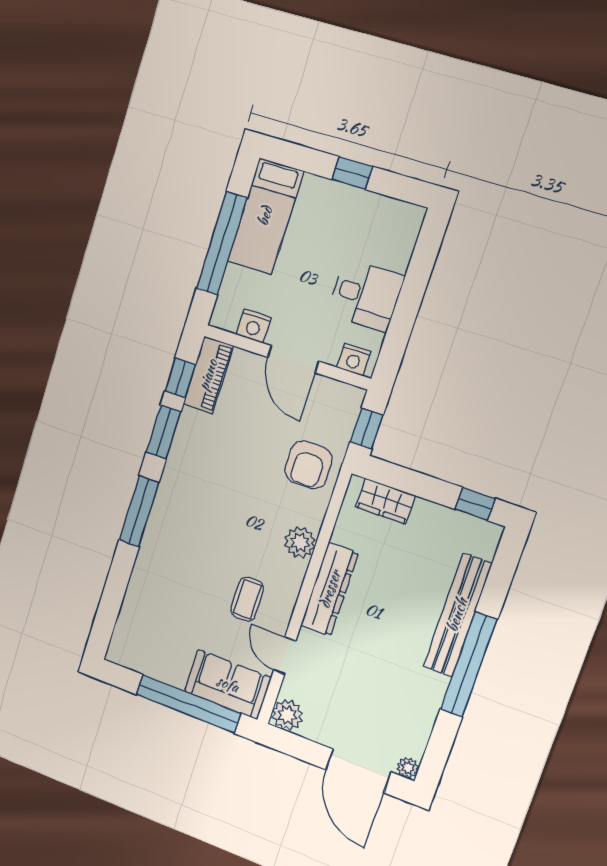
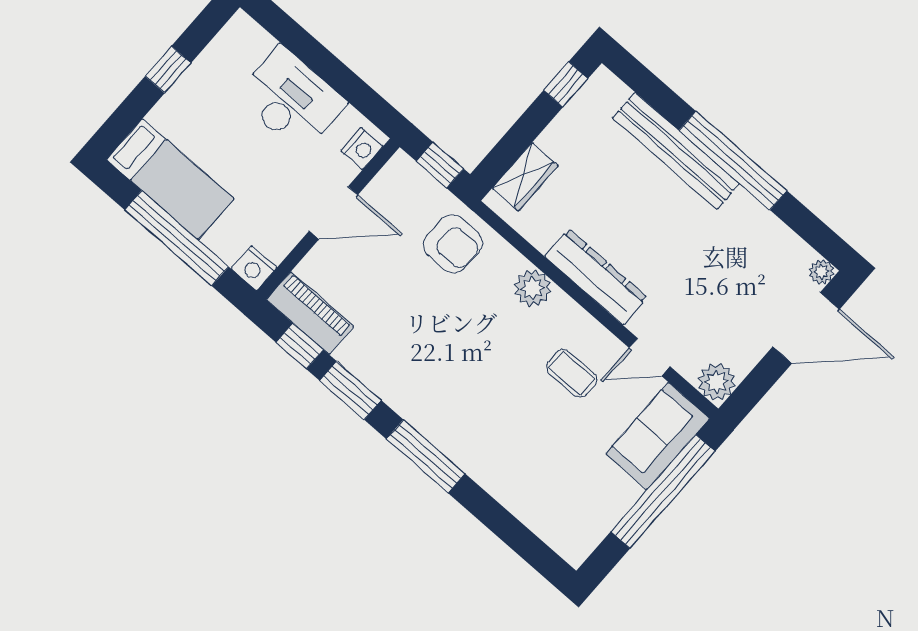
desk: (366, 295) -> (291, 100), width x1.37
nightstand: (253, 326) -> (254, 268), moved, turned 90

